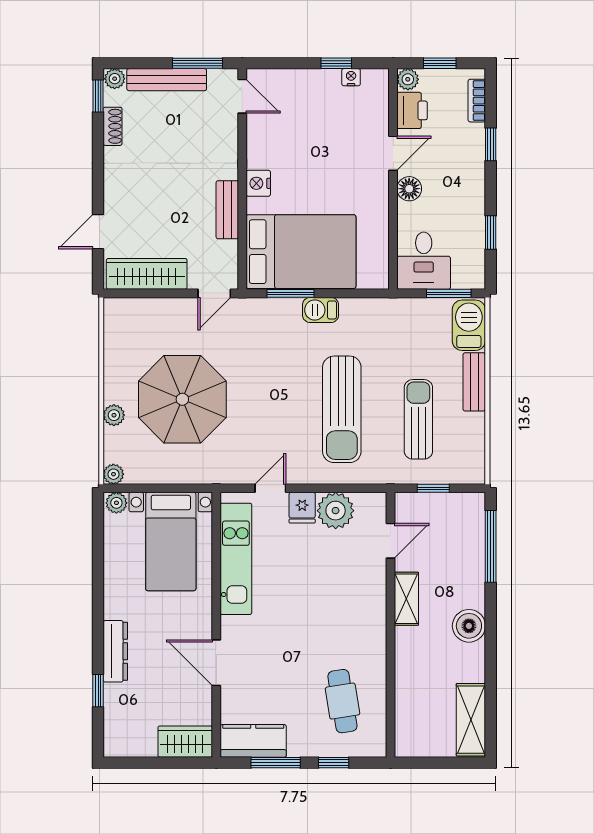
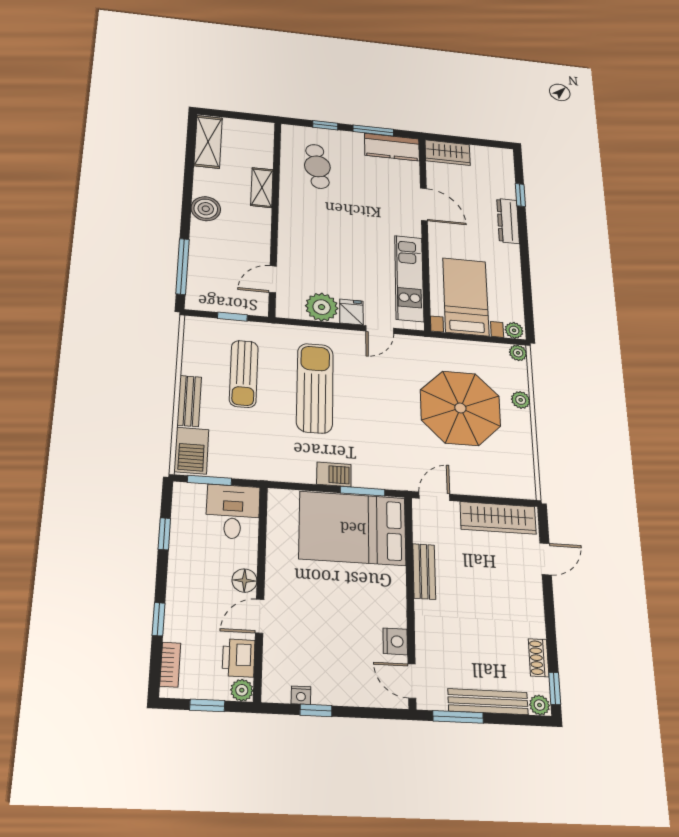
nightstand: (258, 183) -> (395, 641), moved
shelving: (406, 599) -> (262, 188), moved

